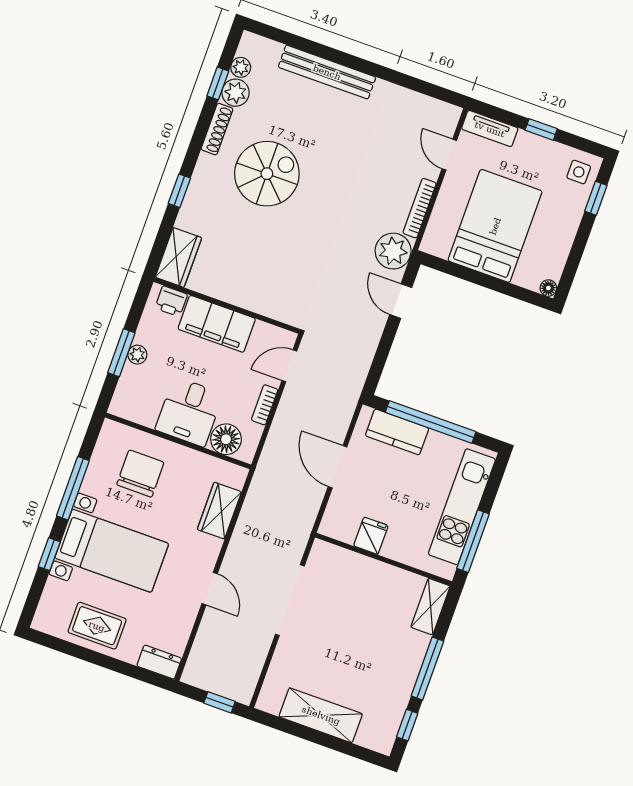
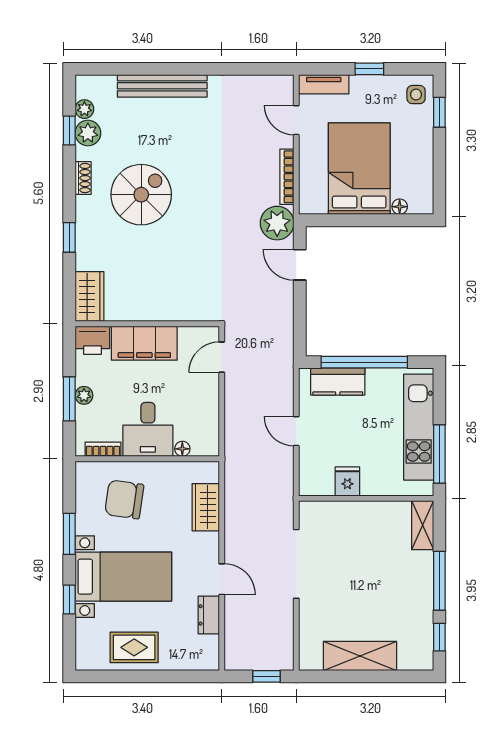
shoe rack: (217, 129) -> (83, 178), width x0.70
floor lamp: (548, 288) -> (400, 207), moved
printer: (171, 301) -> (93, 340), width x1.36, depth x1.24
bookcase: (265, 405) -> (103, 449), moved, turned 90
floor lamp: (226, 439) -> (182, 449), width x0.53, depth x0.53
door: (338, 467) -> (296, 431), width x0.73
chair: (140, 474) -> (124, 499), turned -82
window: (73, 488) -> (69, 534), width x0.69
dresser: (159, 662) -> (209, 615), moved, turned -90

